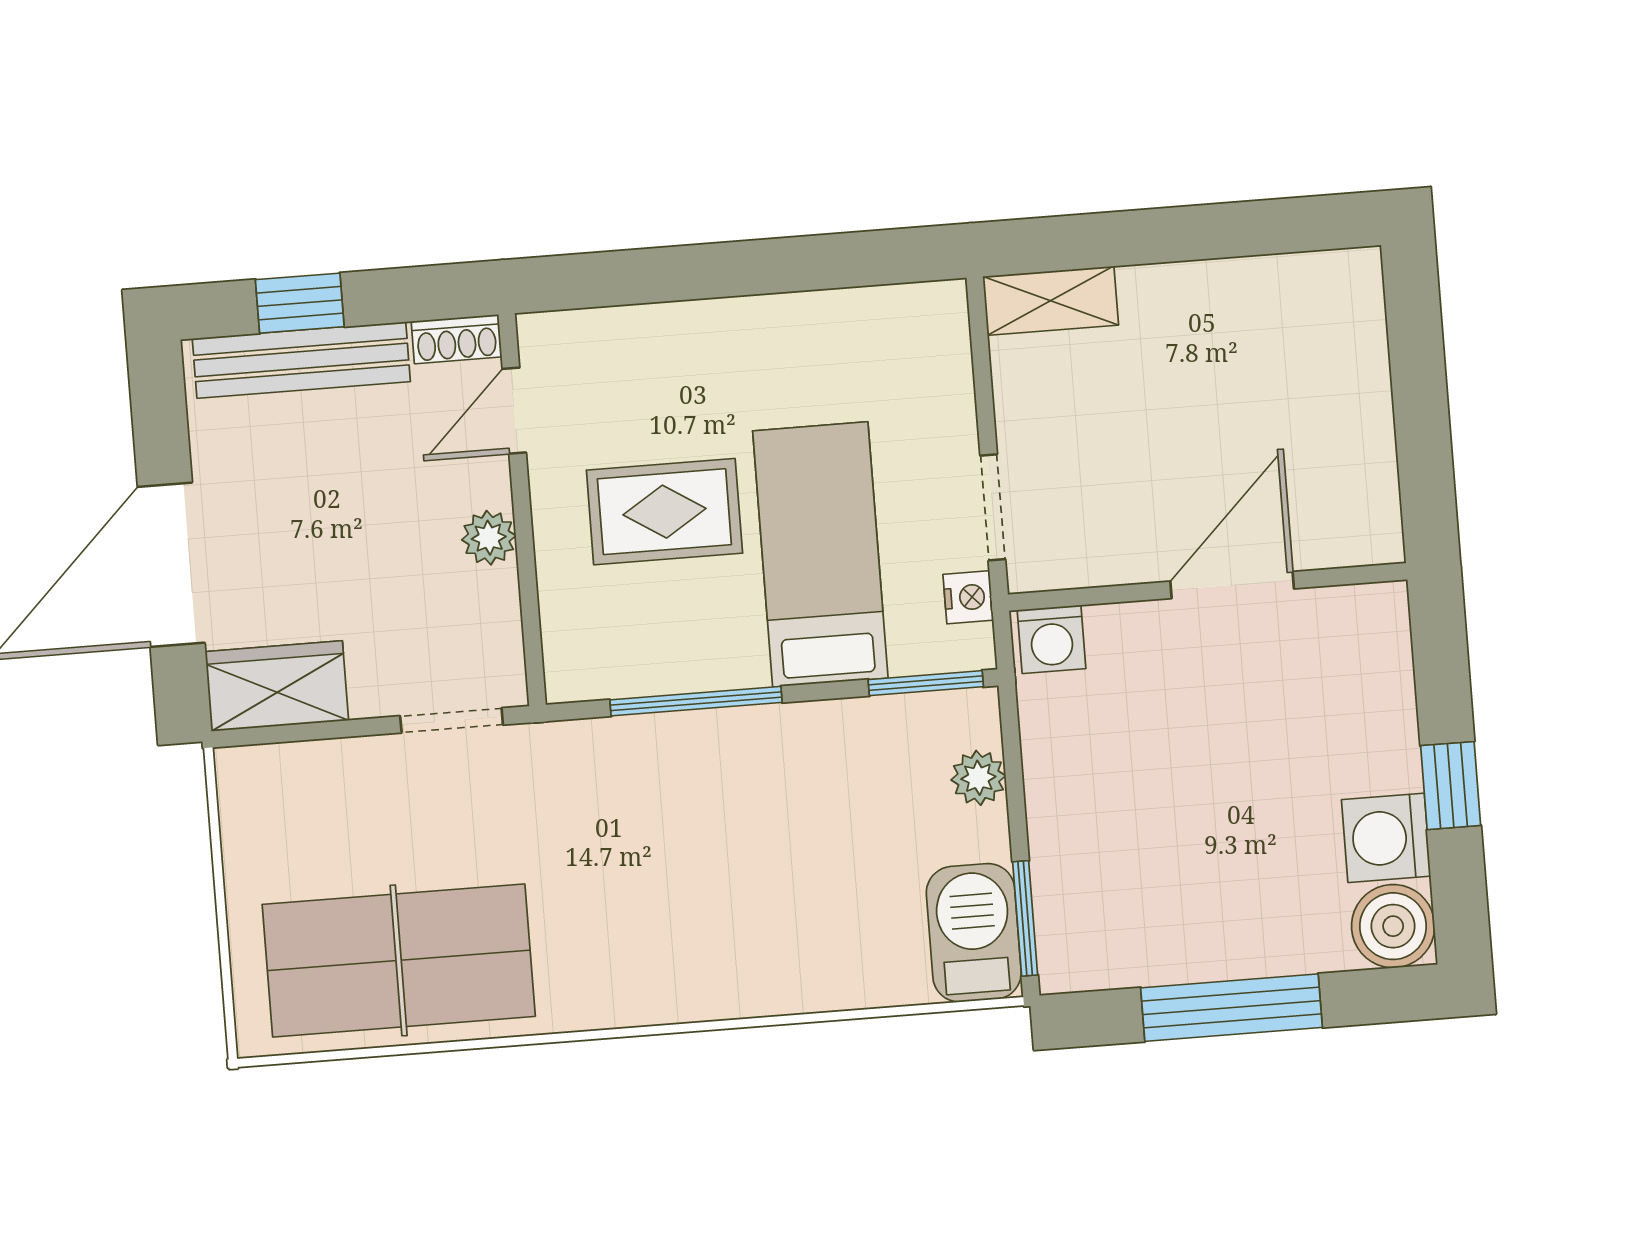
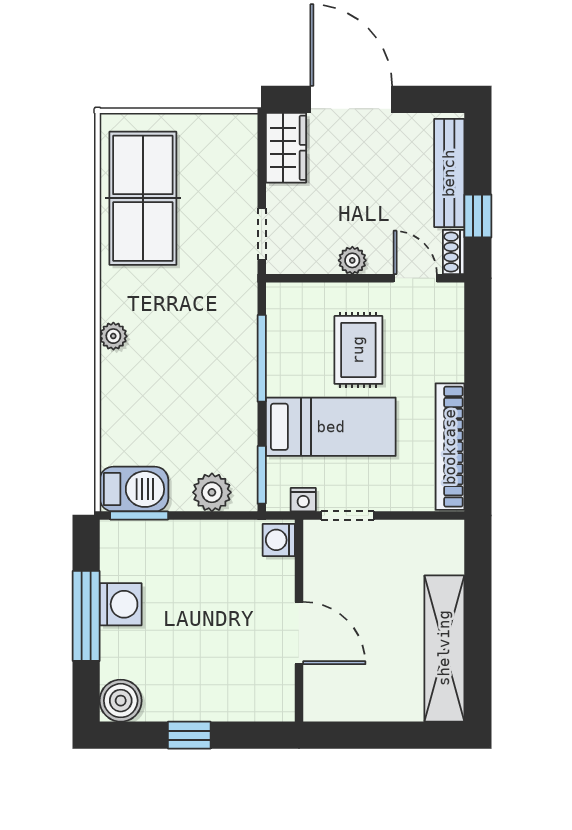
shelving: (1051, 301) -> (444, 648), moved, width x2.20, depth x1.33
window: (300, 303) -> (478, 216), moved
bookcase: (841, 316) -> (450, 447), added
plant: (978, 778) -> (212, 492), width x1.38, depth x1.38
washing machine: (1386, 838) -> (121, 604), moved, turned 90
plant: (675, 997) -> (113, 336), added

